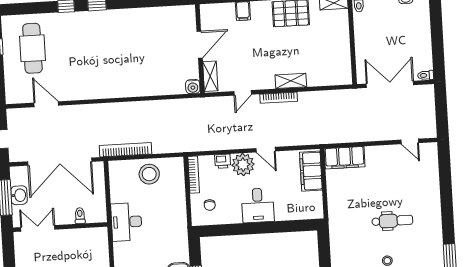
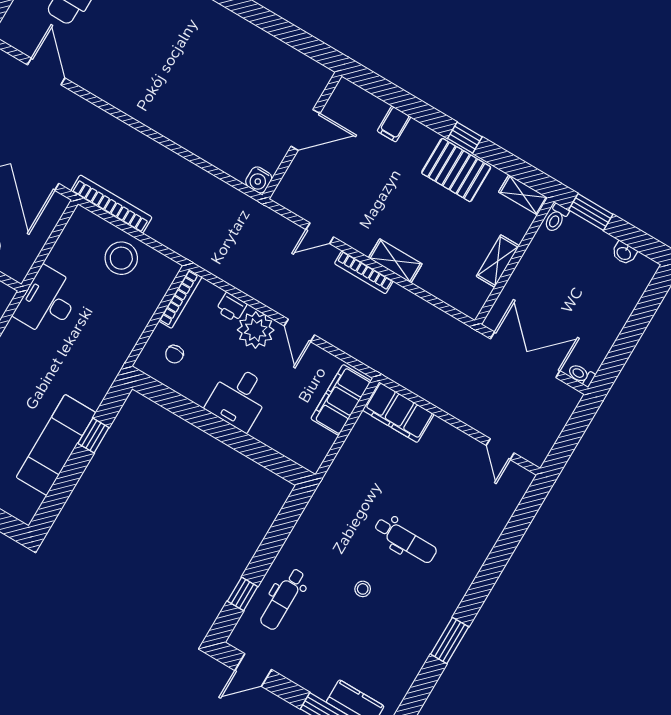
shelving: (210, 76) -> (498, 261), moved

